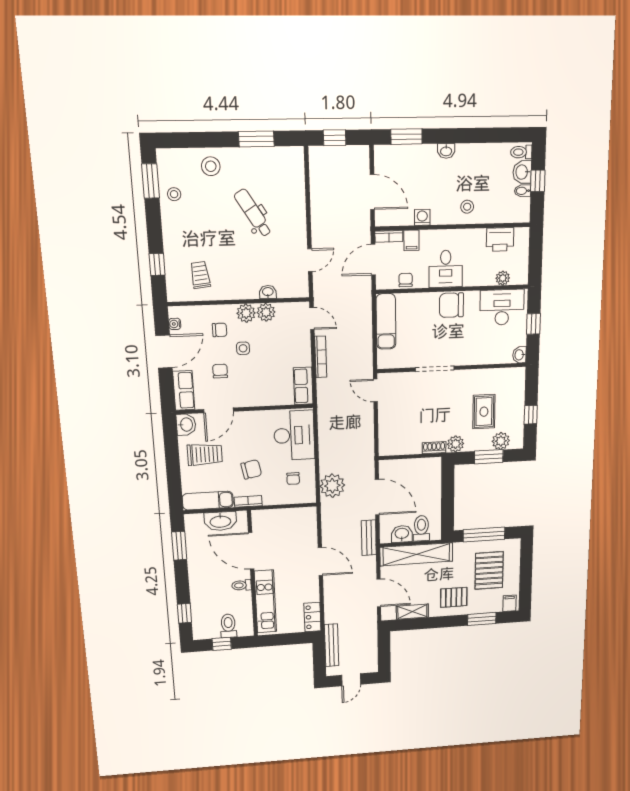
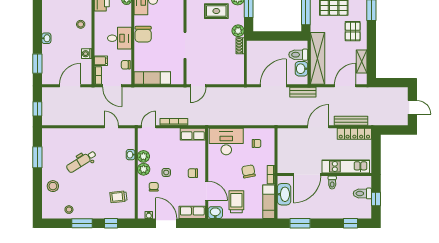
window: (151, 181) -> (82, 223), moved
chair: (220, 371) -> (193, 173), moved
plant: (332, 486) -> (263, 117), removed
locker: (312, 617) -> (354, 134), width x1.53
bench: (332, 645) -> (351, 121), moved

